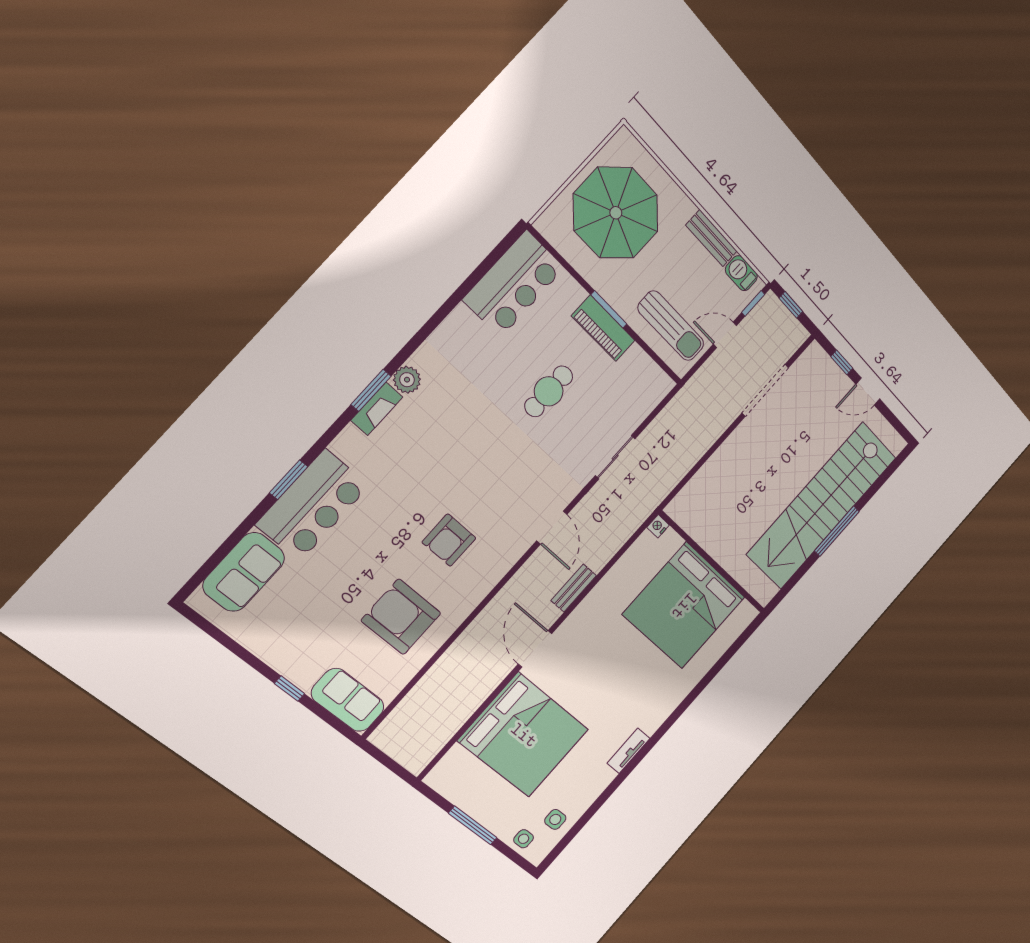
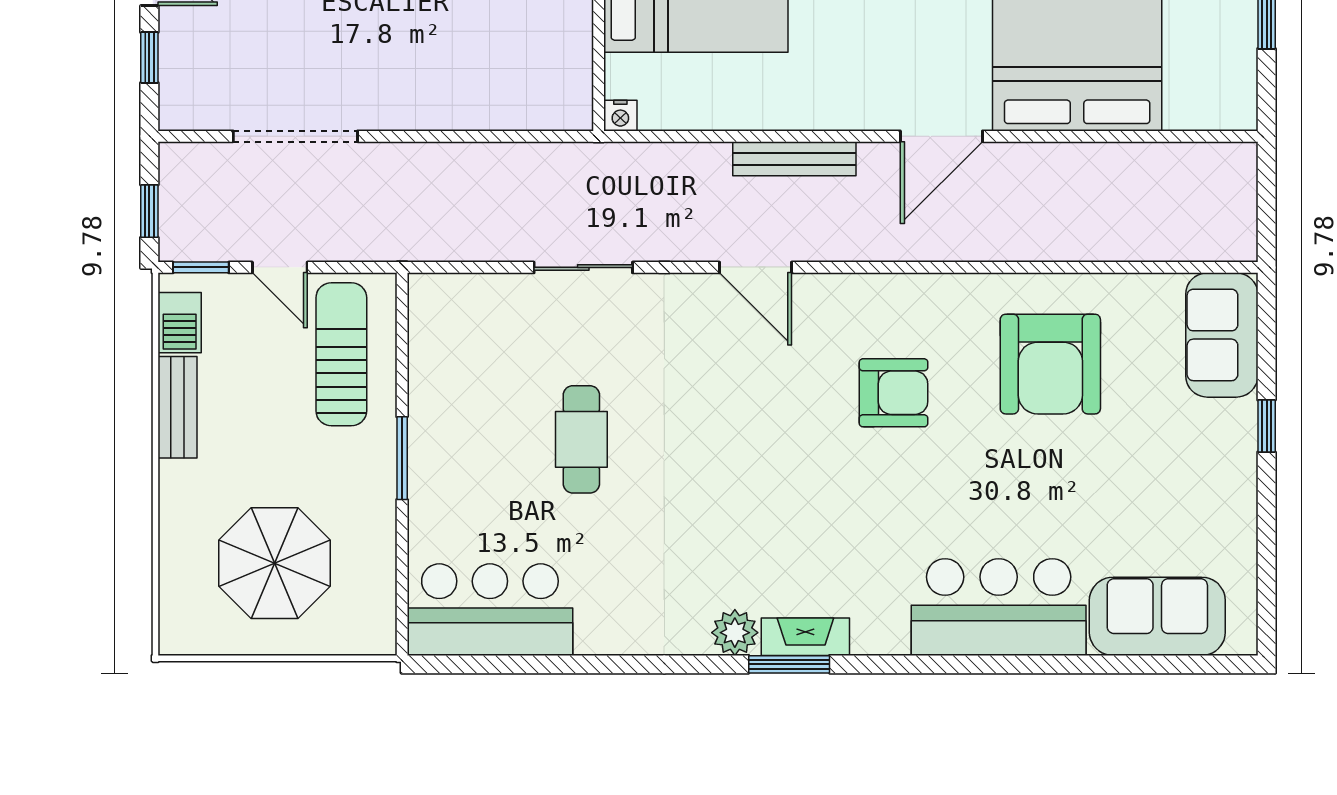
parasol: (616, 213) -> (275, 563), width x0.73, depth x0.73
piano: (603, 328) -> (433, 443), removed
cafe table: (549, 391) -> (581, 439), turned 90
window: (289, 480) -> (992, 664), removed
door: (552, 528) -> (756, 267), swing flipped
bench: (574, 588) -> (794, 159), width x1.36

